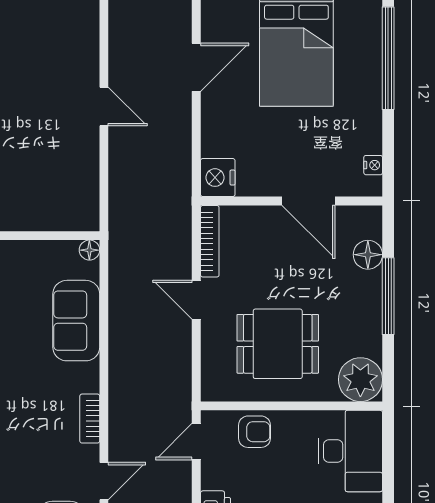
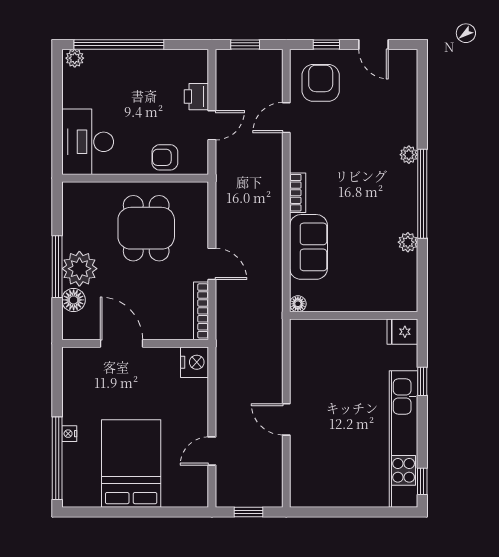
door: (196, 67) -> (212, 451), width x0.73
nightstand: (373, 165) -> (69, 434), moved
dining table: (278, 344) -> (146, 228), turned 90
plant: (360, 380) -> (79, 269), moved
bookcase: (90, 419) -> (298, 193), moved
door: (196, 442) -> (212, 125), moved

